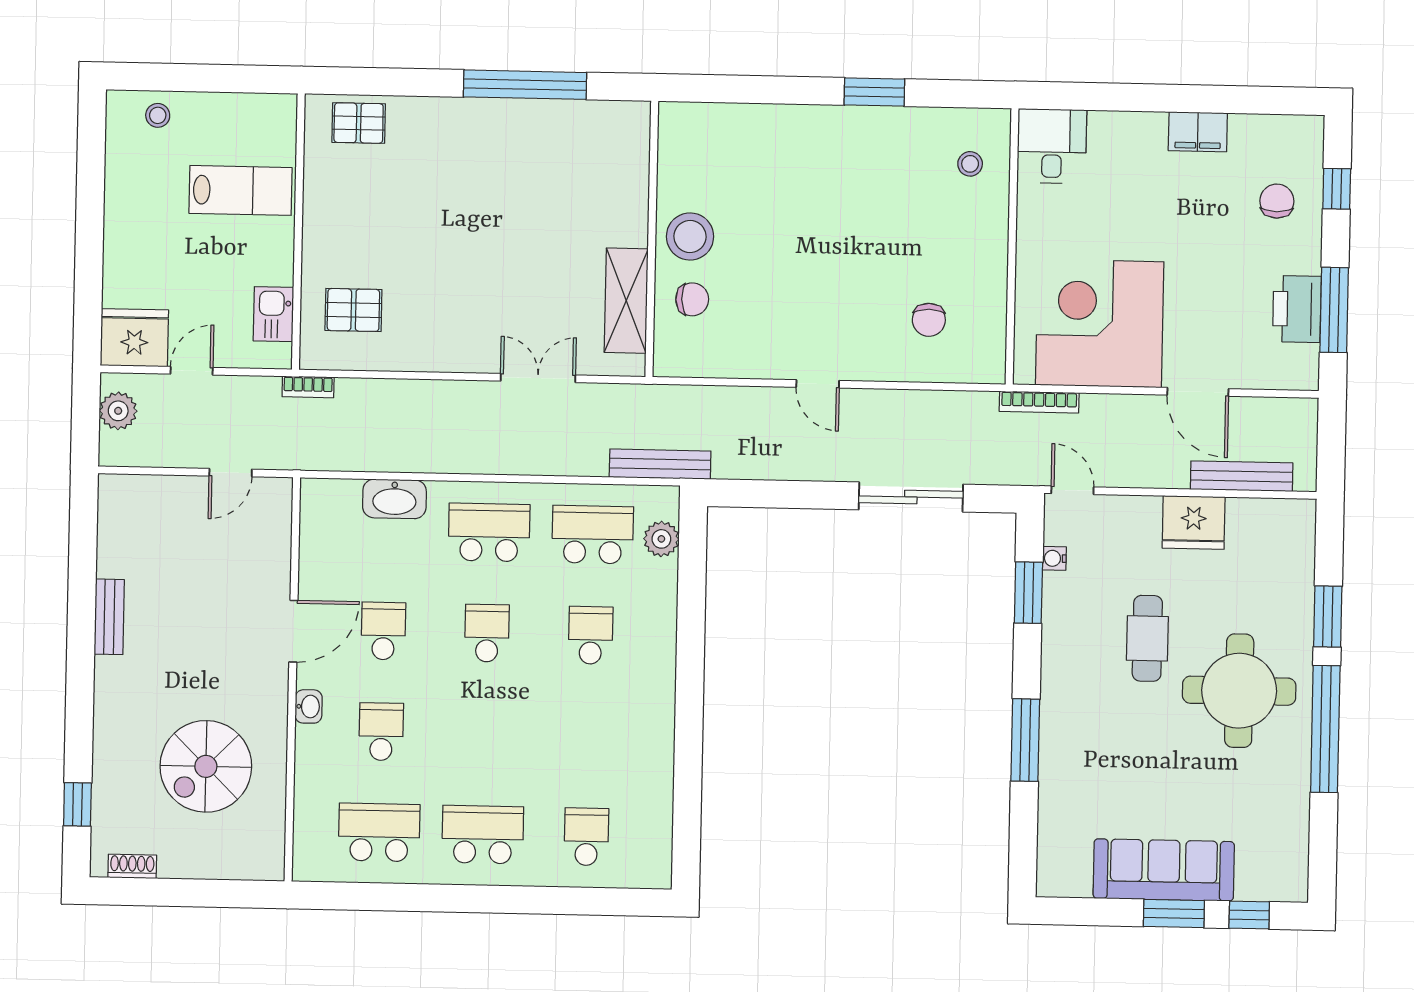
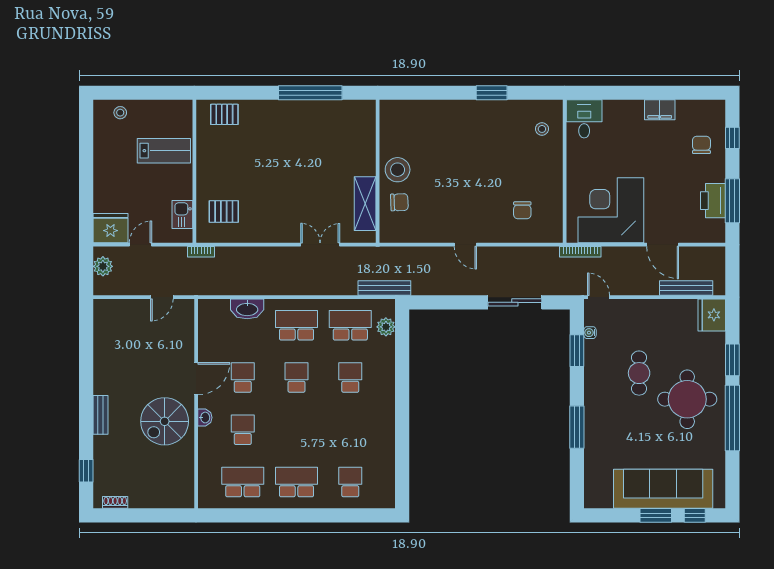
fridge: (1194, 522) -> (712, 315), moved, turned 90
bench: (109, 617) -> (100, 415), moved
spiral stairs: (206, 766) -> (165, 421), moved
sofa: (1164, 870) -> (663, 489), width x1.36, depth x1.27

